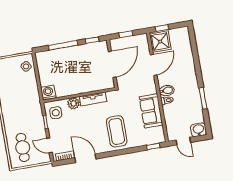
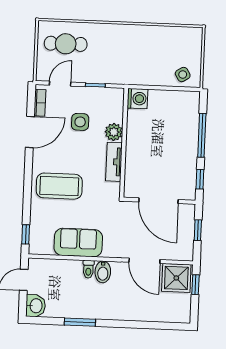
side table: (56, 113) -> (80, 122), moved

